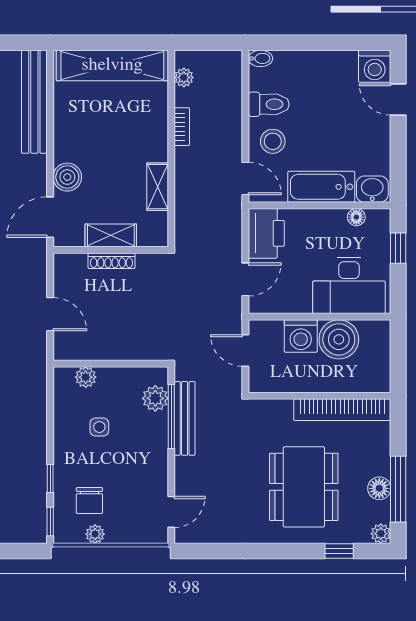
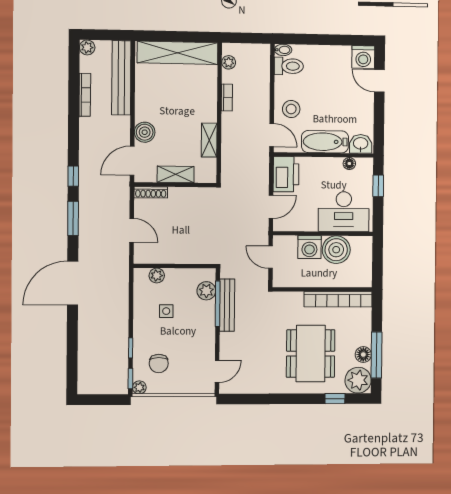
toilet: (269, 104) -> (289, 66), moved
shoe rack: (111, 261) -> (151, 192), moved
plant: (95, 534) -> (139, 387), moved
plant: (381, 534) -> (358, 380), width x1.87, depth x1.87

